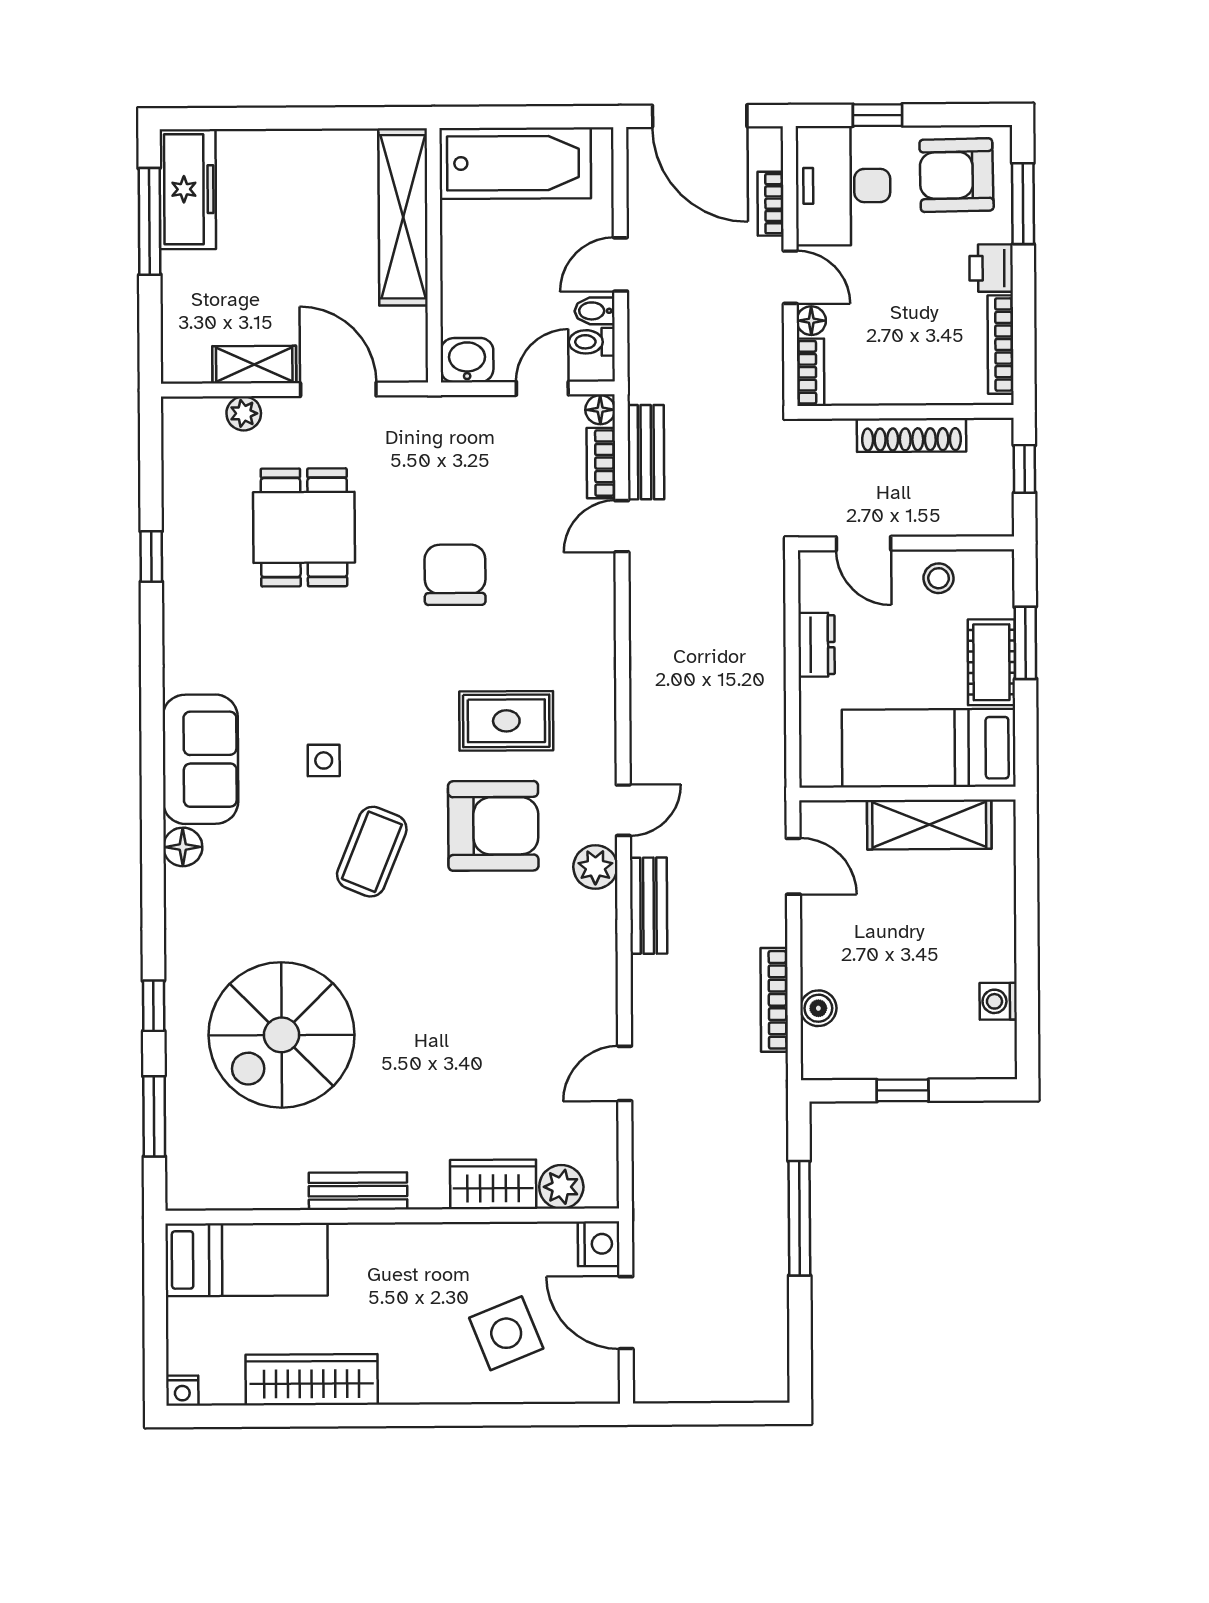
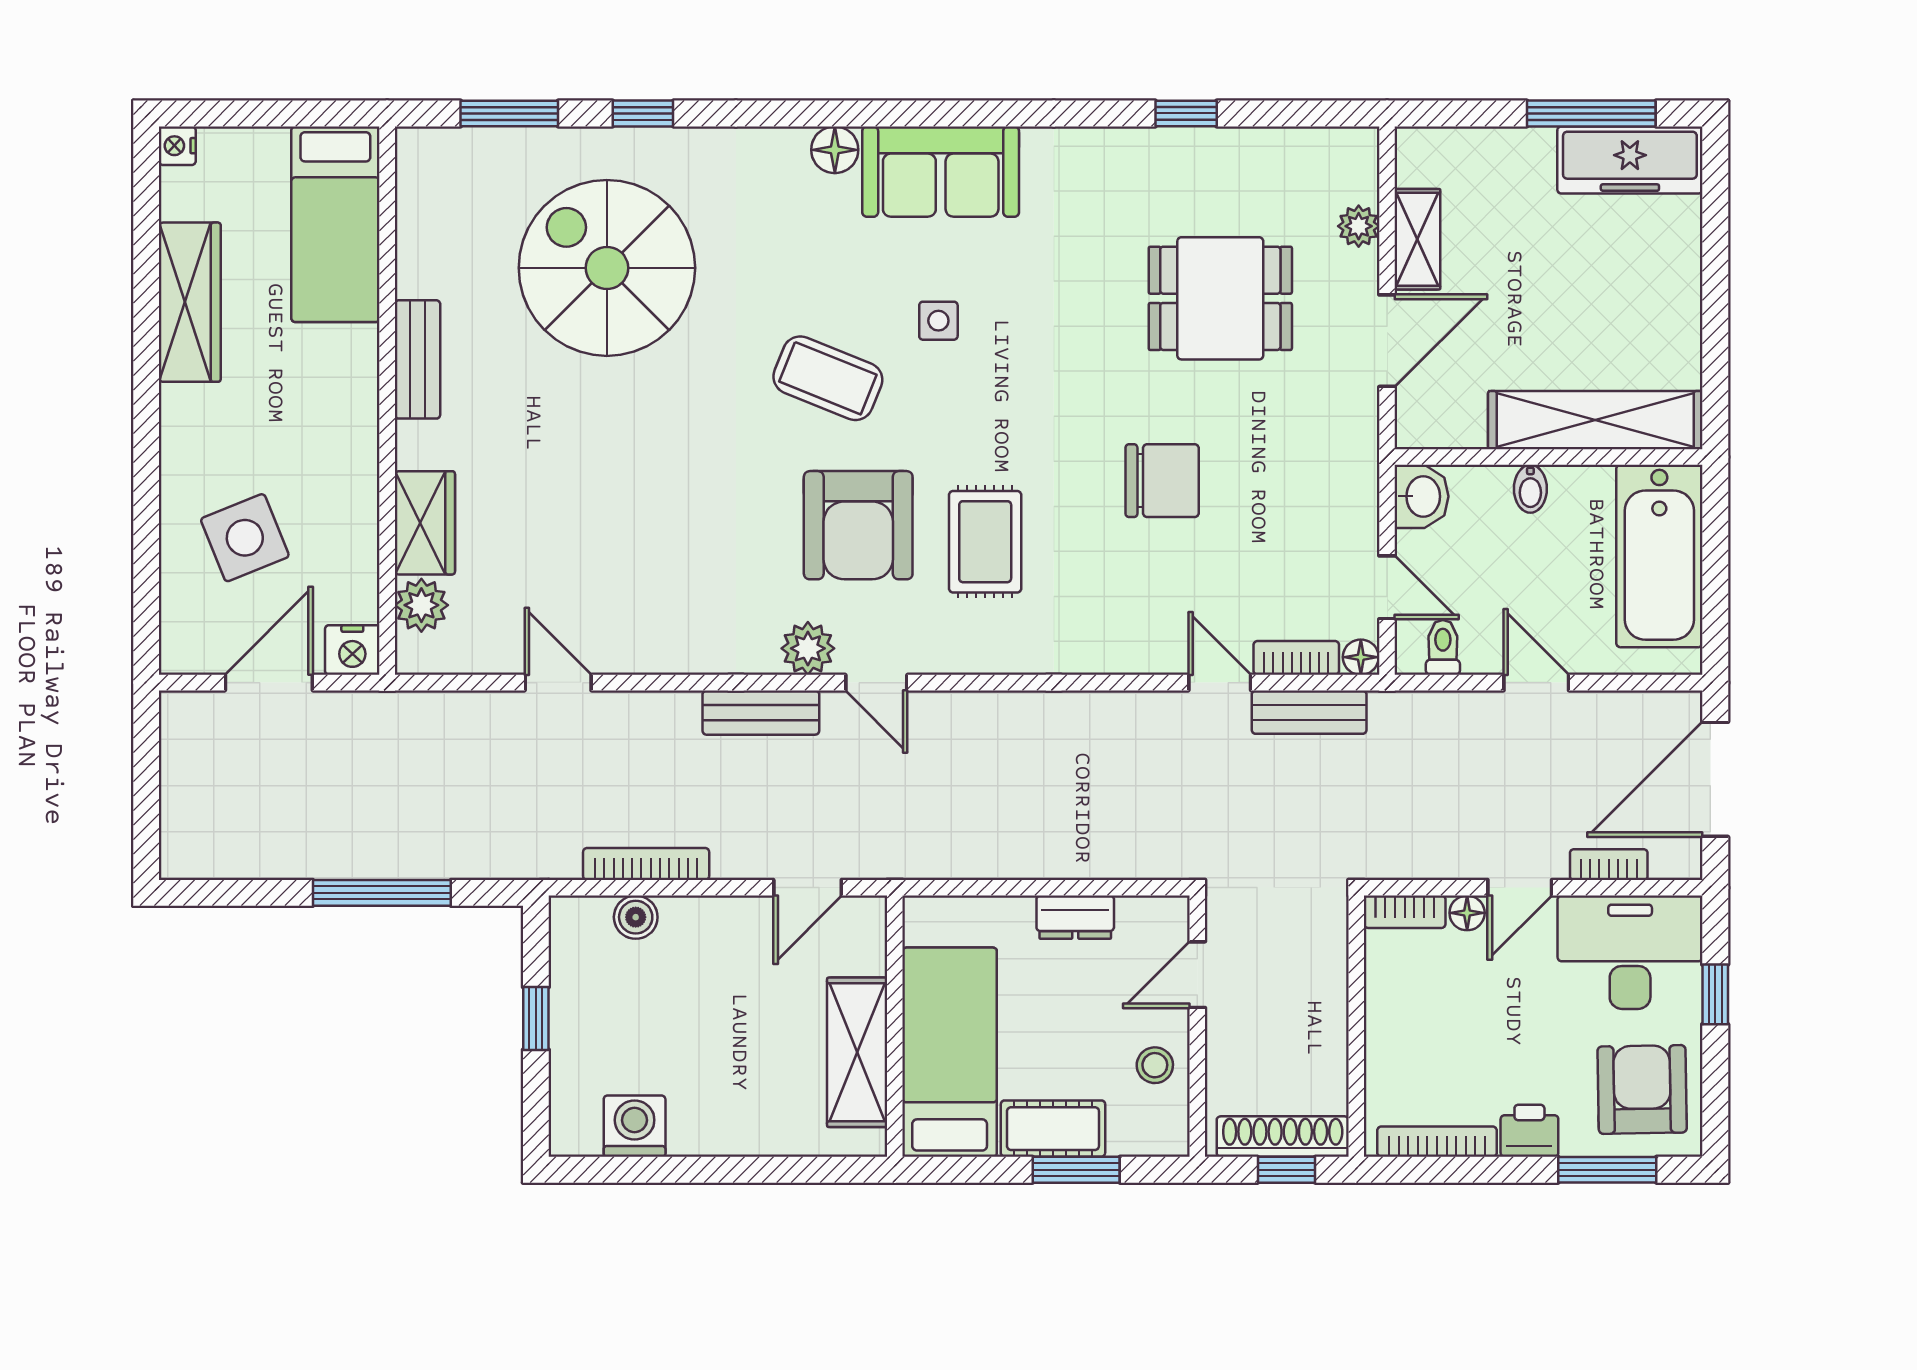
bidet: (594, 311) -> (1530, 489), moved, turned 180
shoe rack: (911, 435) -> (1283, 1137), moved, turned 90
washing machine: (998, 1001) -> (635, 1126), width x1.38, depth x1.38

